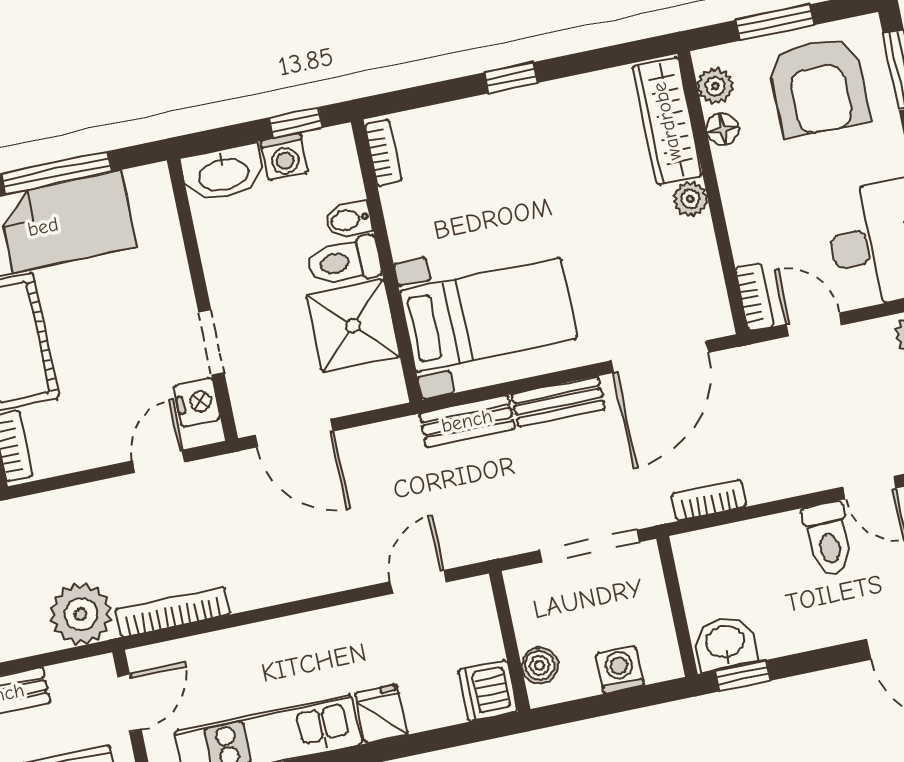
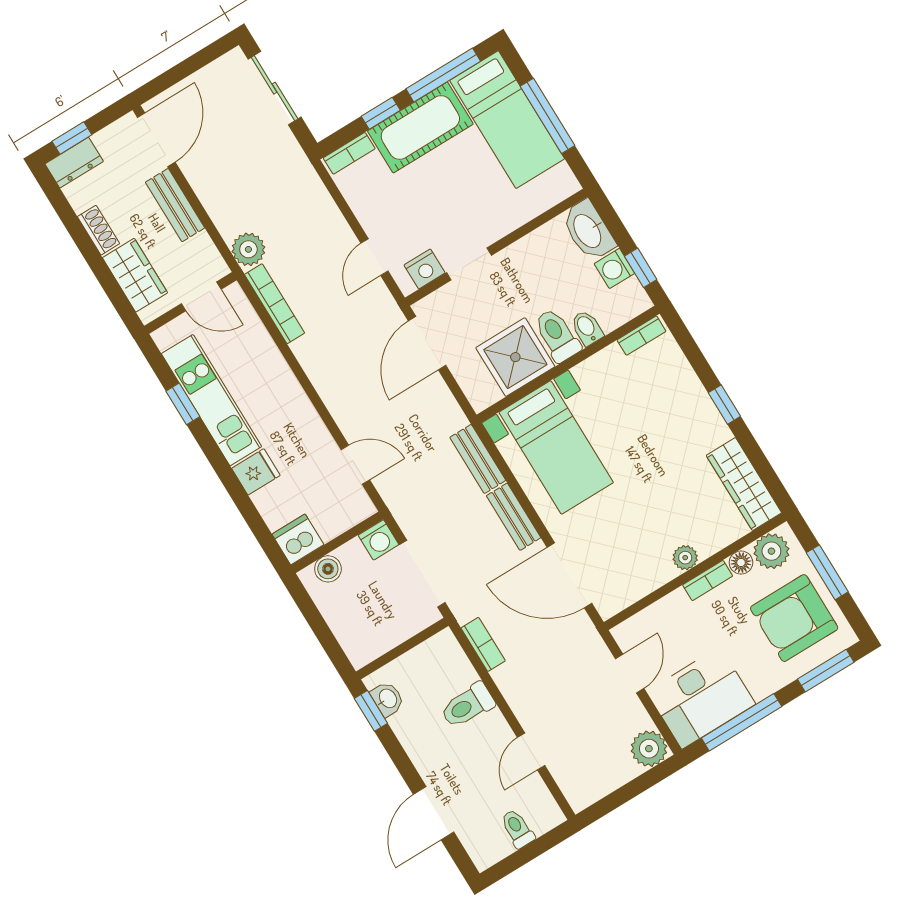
plant: (715, 86) -> (771, 551), width x1.38, depth x1.38
wardrobe: (667, 121) -> (744, 484), moved, turned -90
bookcase: (755, 297) -> (708, 581), moved
door: (159, 461) -> (374, 257), swing flipped
toilet: (828, 539) -> (468, 706), moved
plant: (81, 614) -> (248, 249), width x0.73, depth x0.73
washbasin: (725, 643) -> (387, 699), width x0.72, depth x0.69
washing machine: (620, 670) -> (378, 540), moved, turned 90

